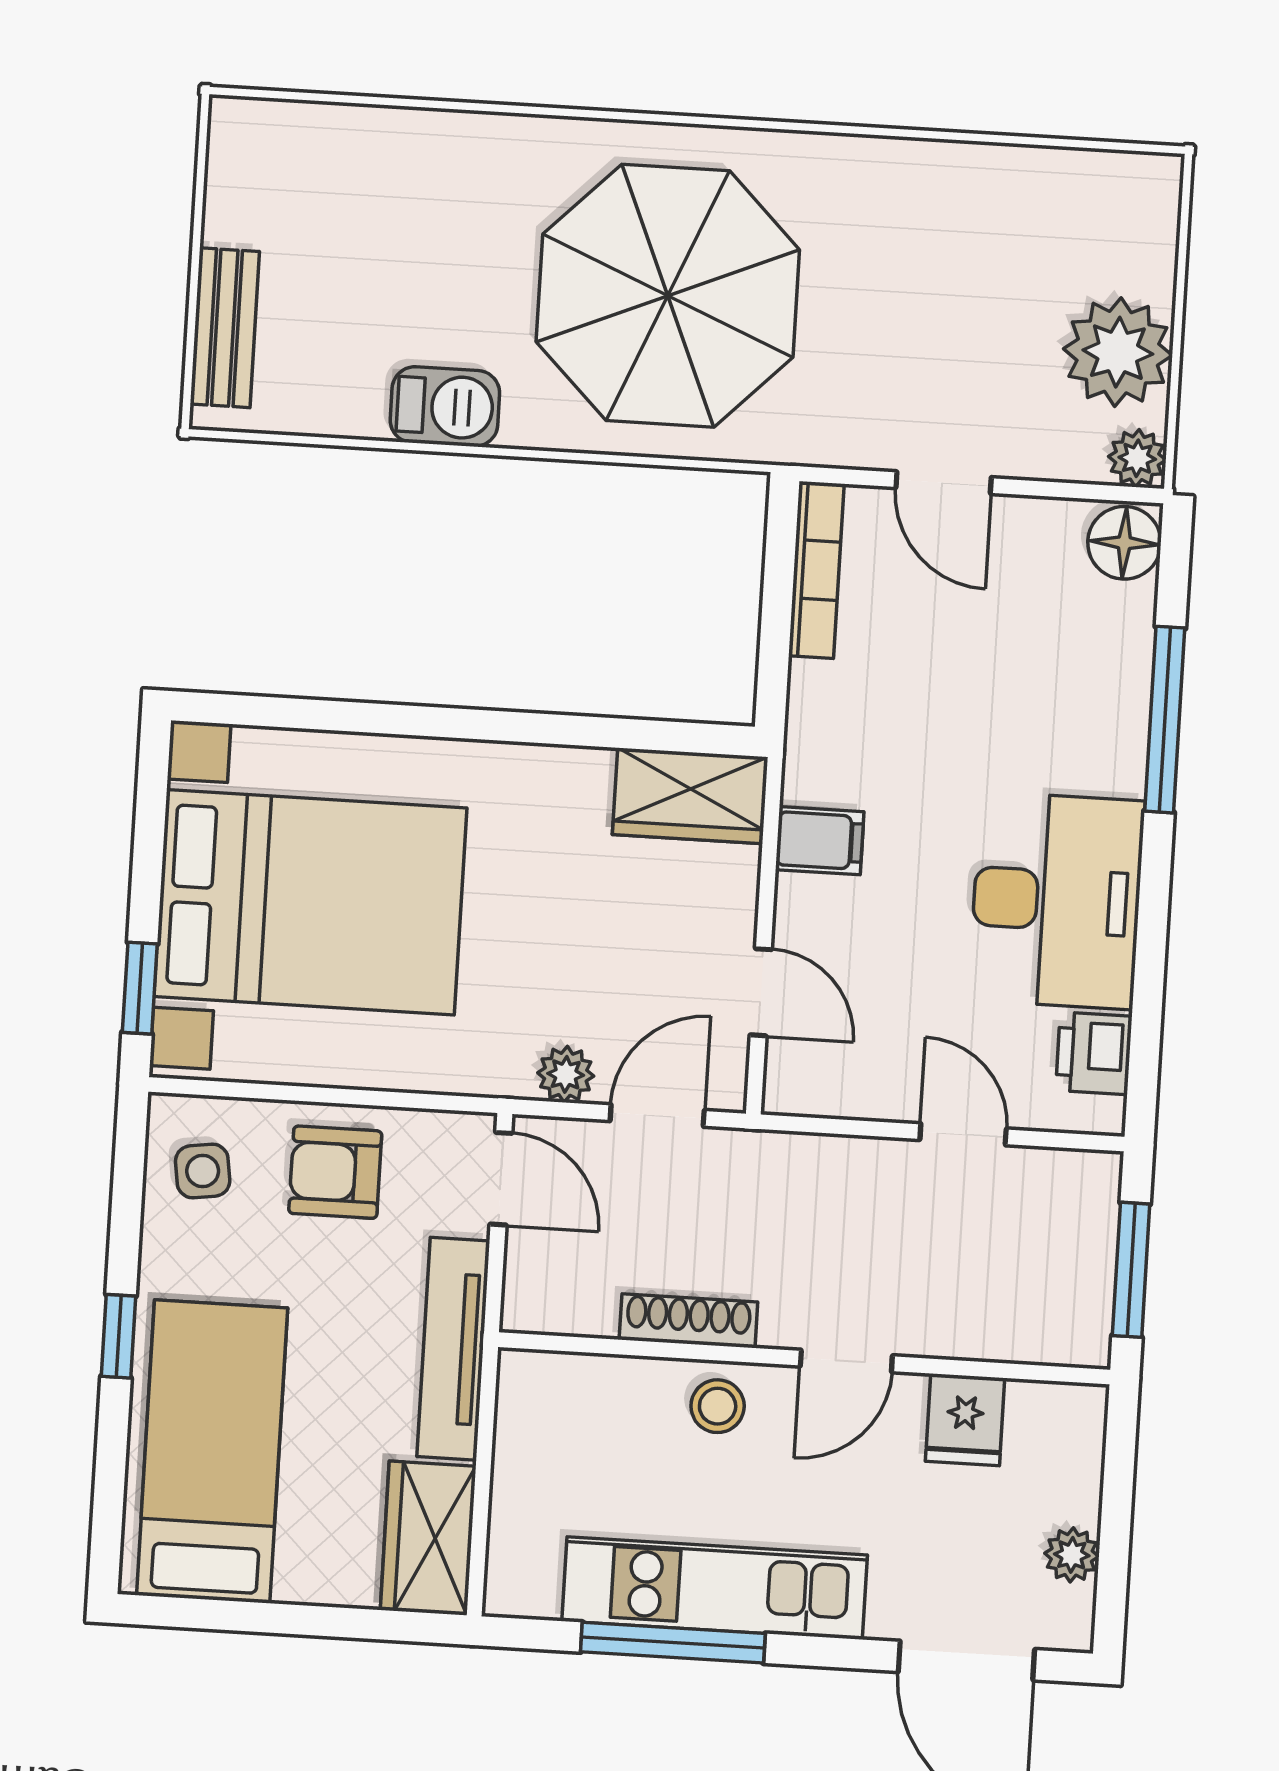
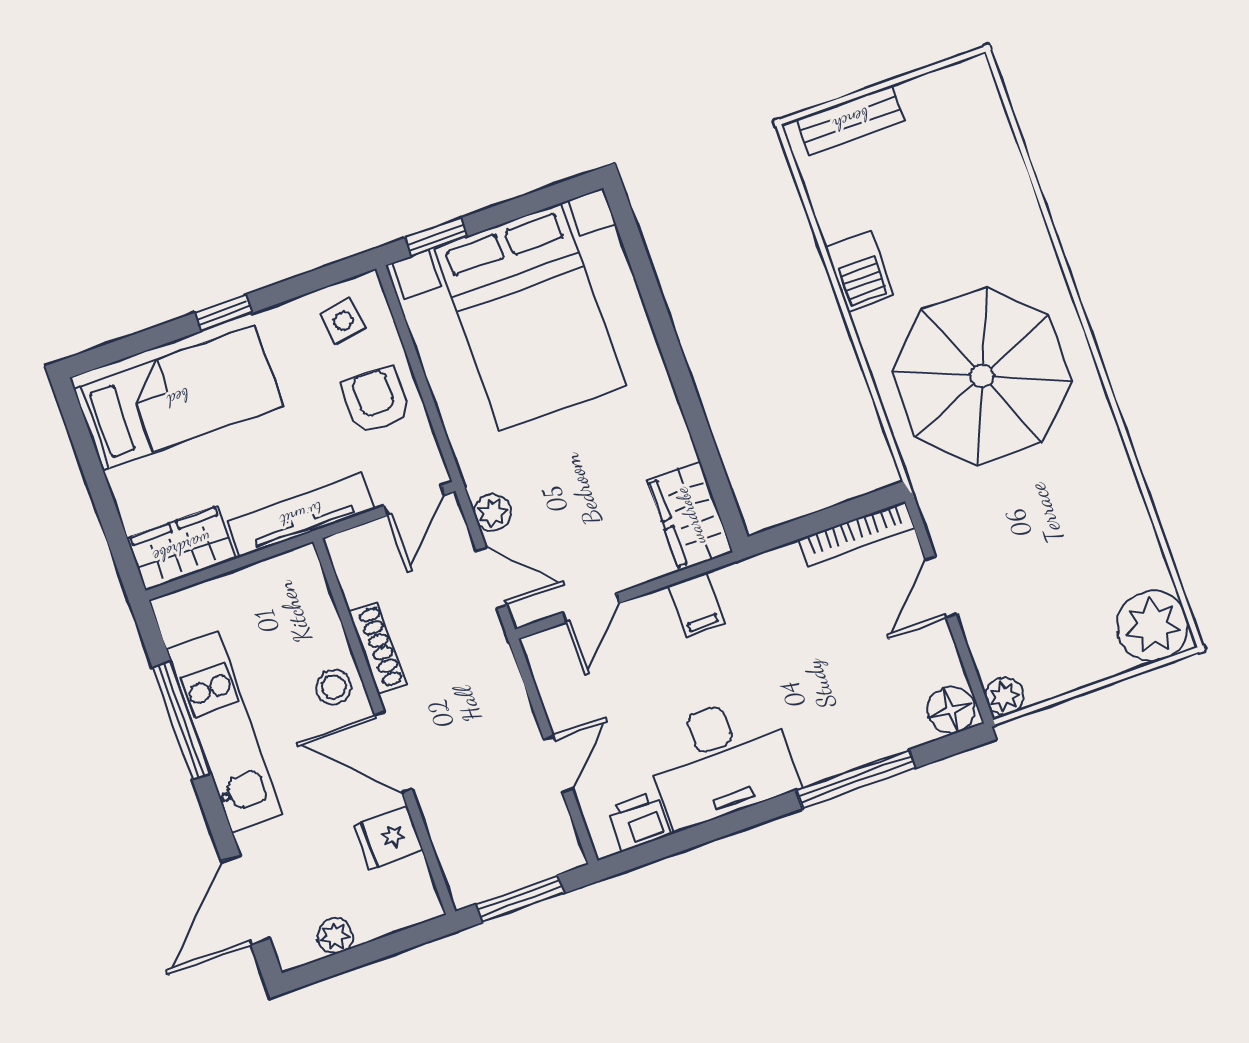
plant: (1118, 352) -> (1153, 626), moved
door: (846, 1361) -> (393, 752), width x1.38

